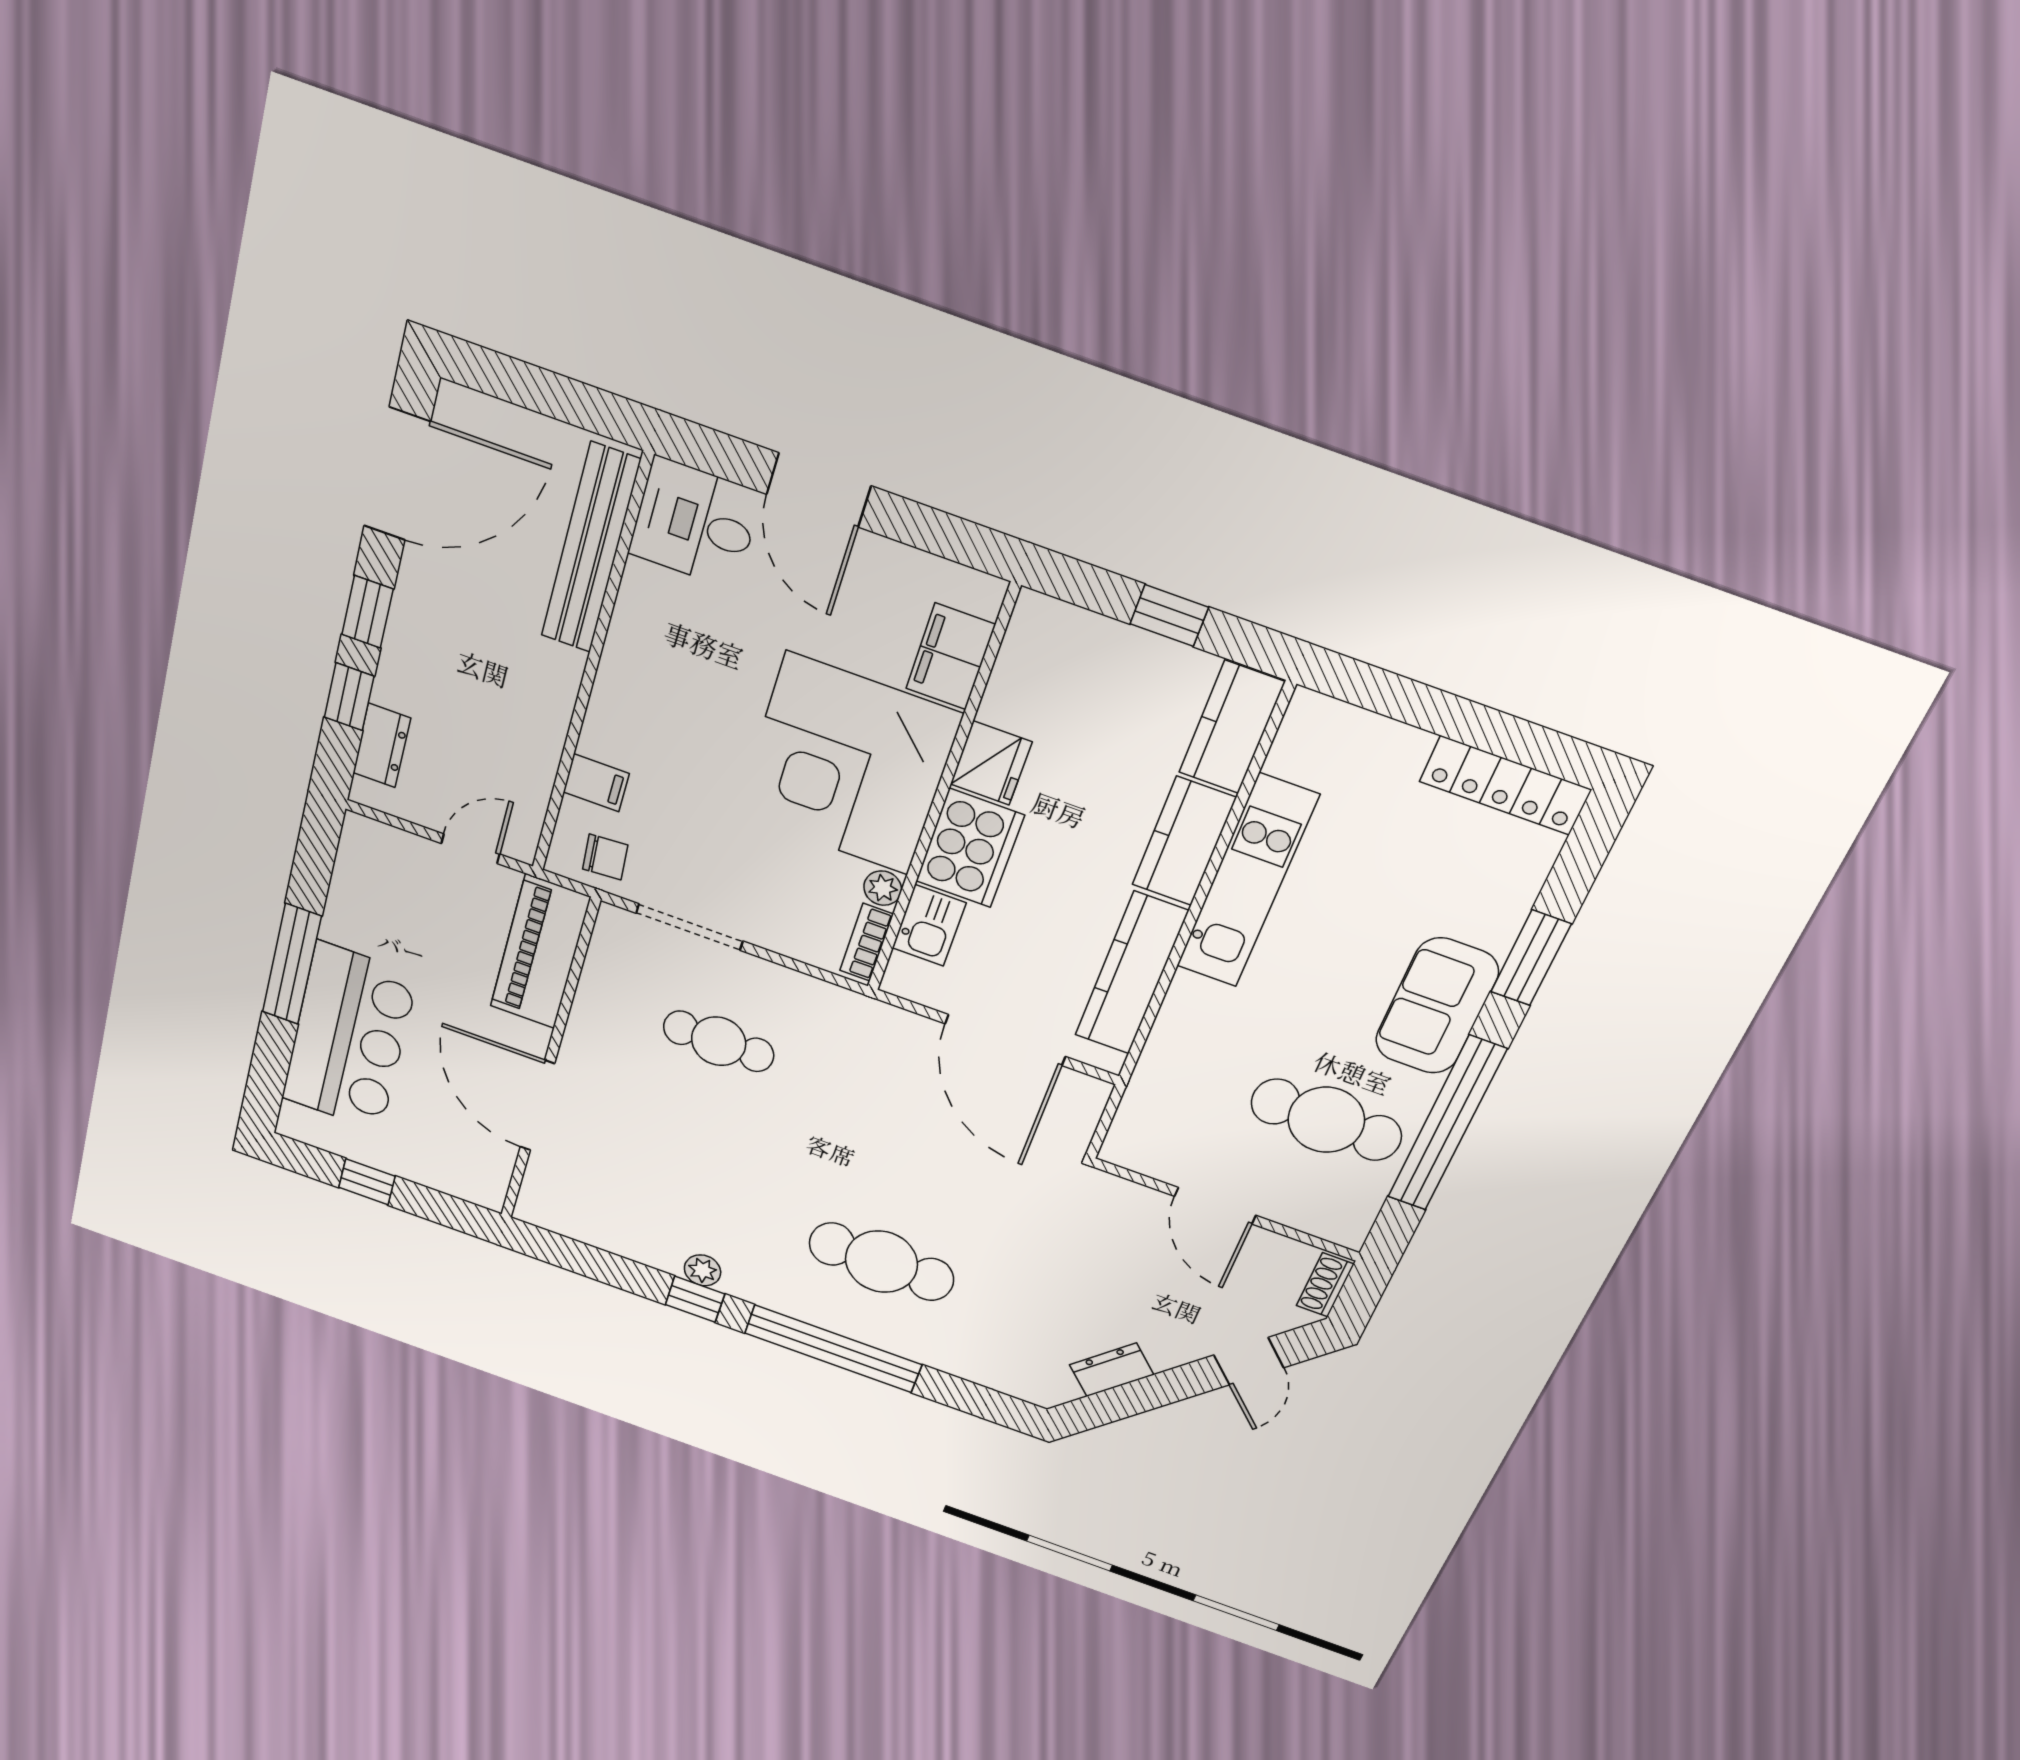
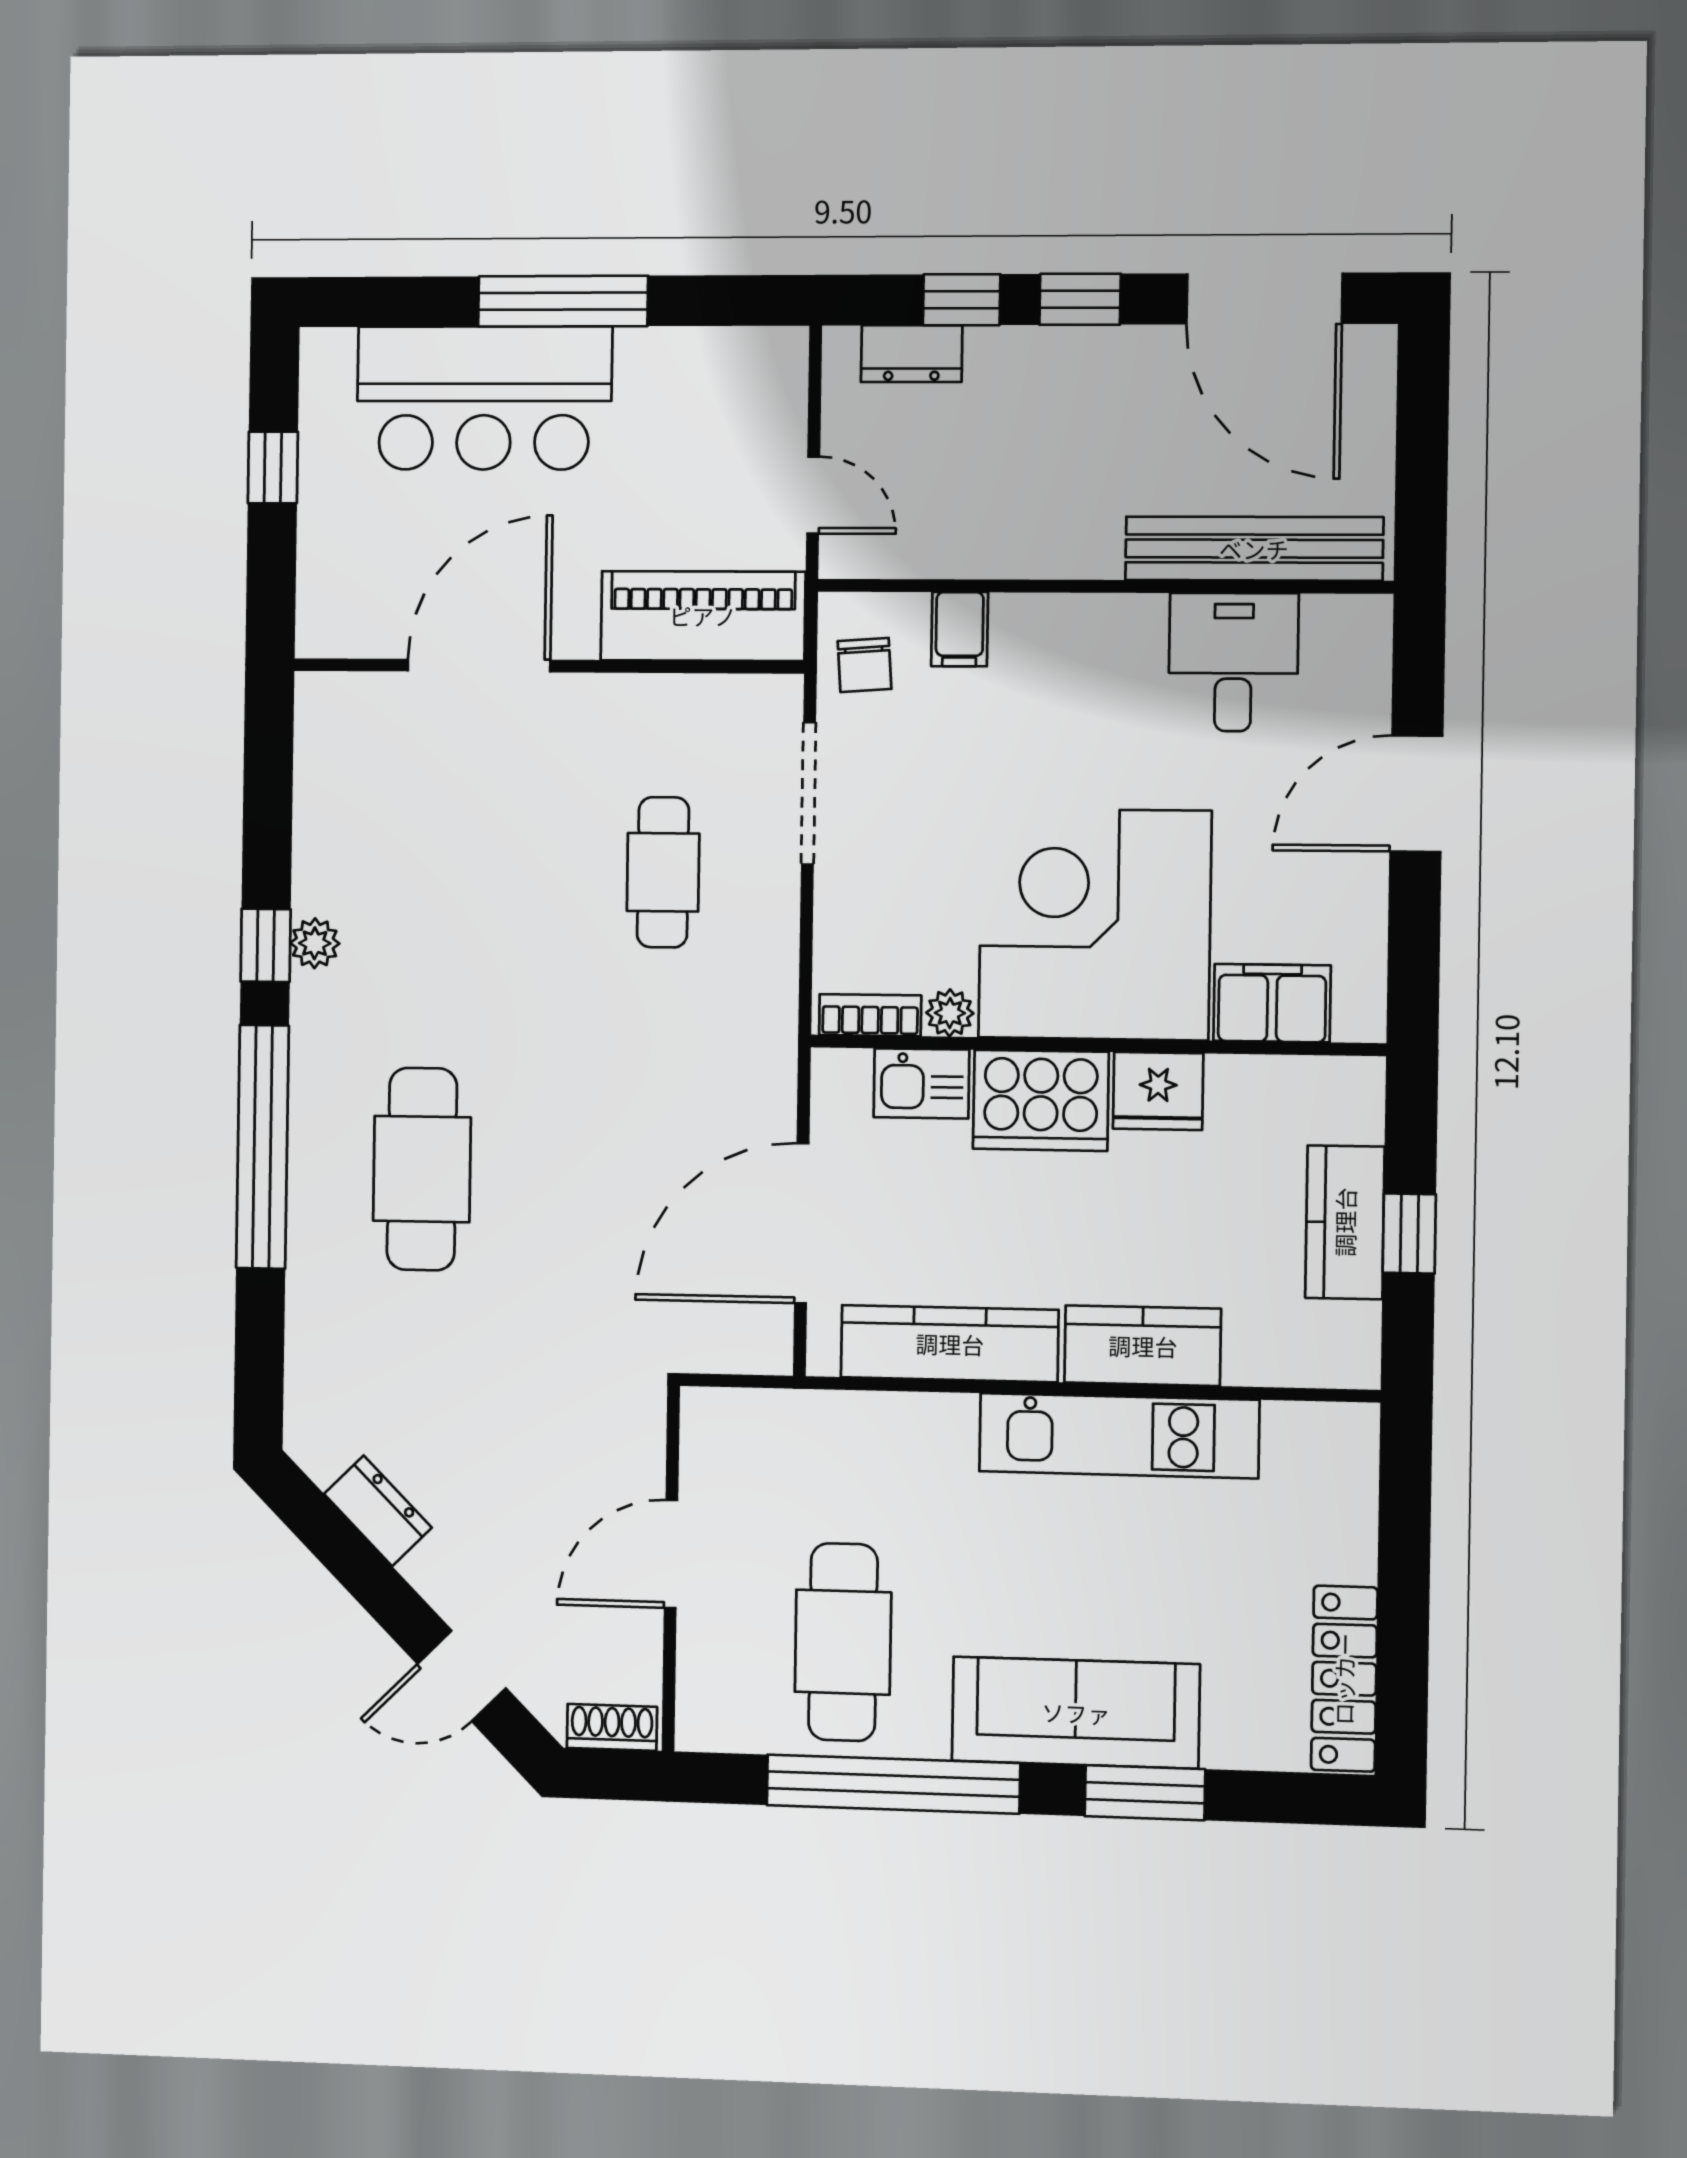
desk: (695, 523) -> (1233, 662), moved
kitchen counter: (1232, 727) -> (1345, 1222), moved, turned -90
sofa: (1437, 1006) -> (1076, 1713), width x1.36

